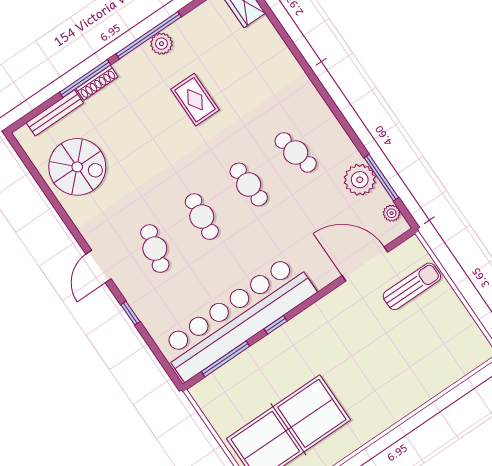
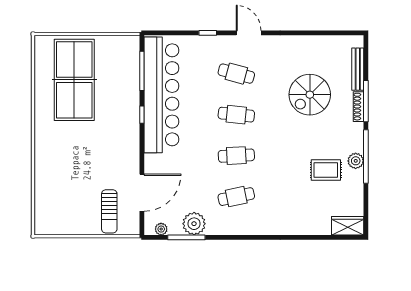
rug: (195, 100) -> (326, 170), moved
spiral stairs: (77, 167) -> (310, 95), moved

